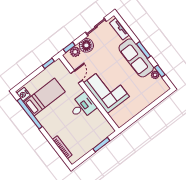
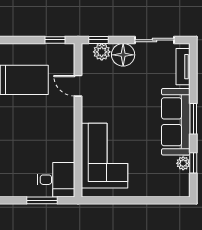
door: (76, 77) -> (78, 86), swing flipped
corner sofa: (107, 90) -> (105, 156), moved
desk: (82, 106) -> (56, 180), moved

